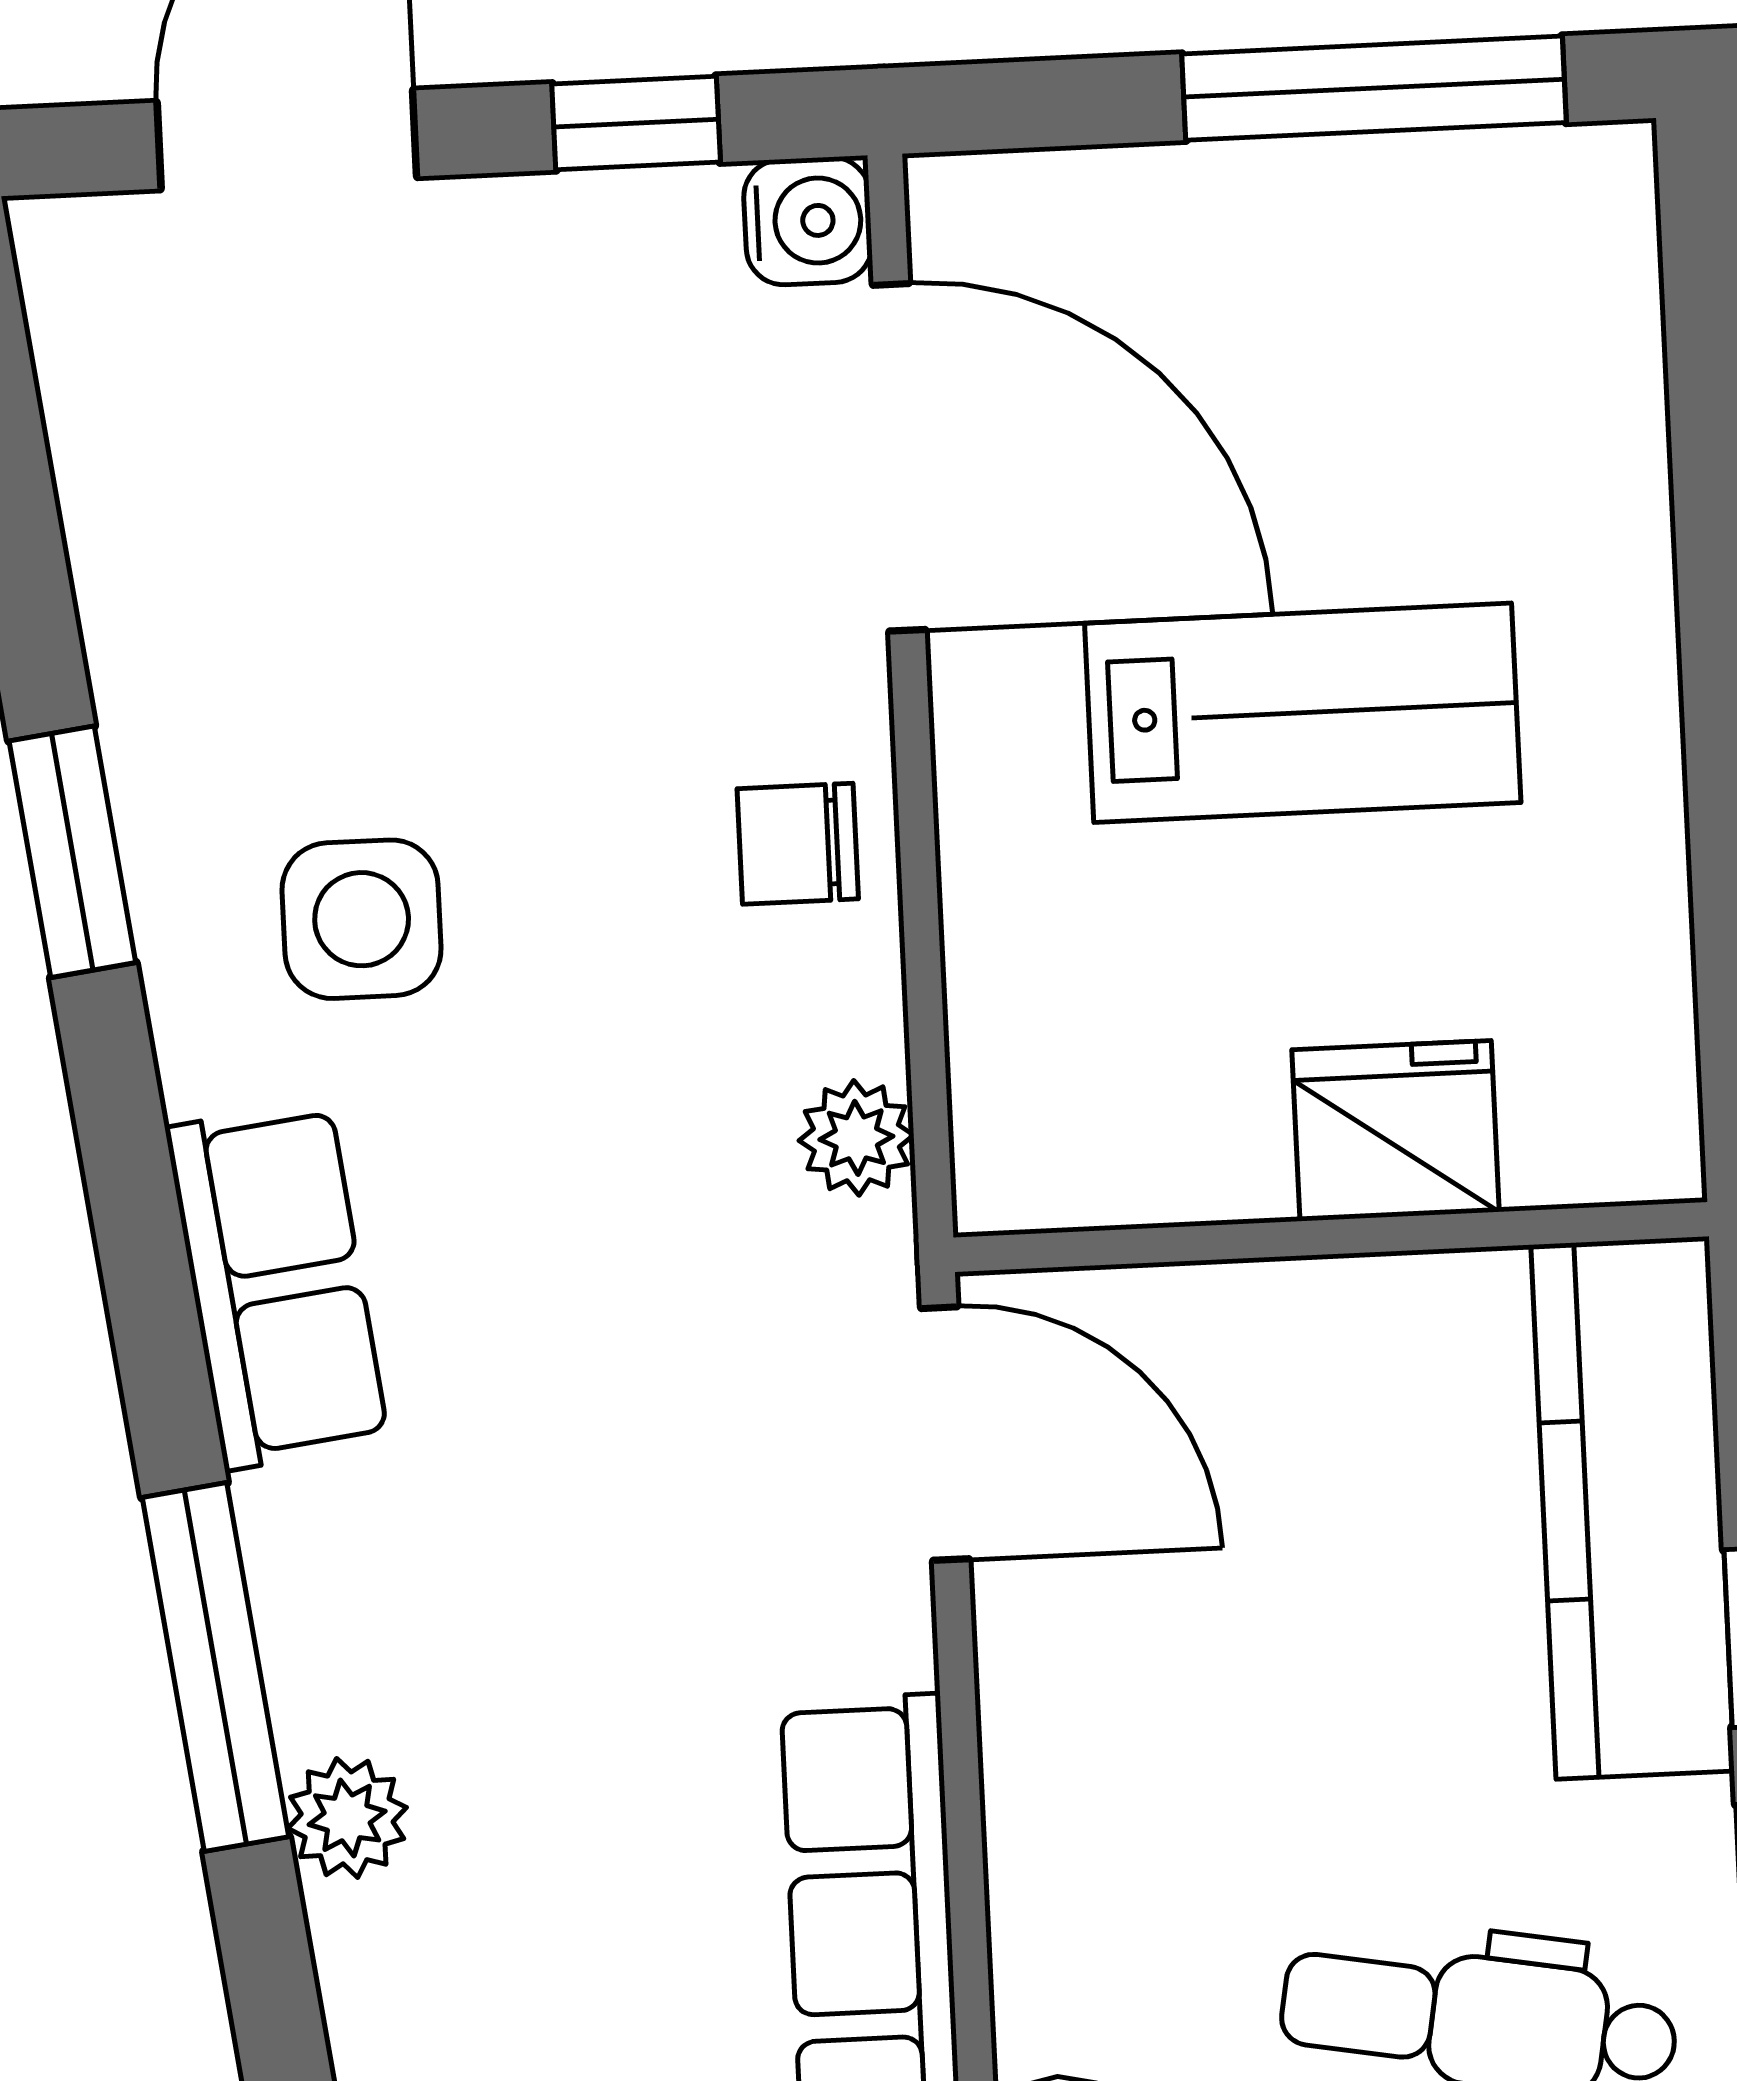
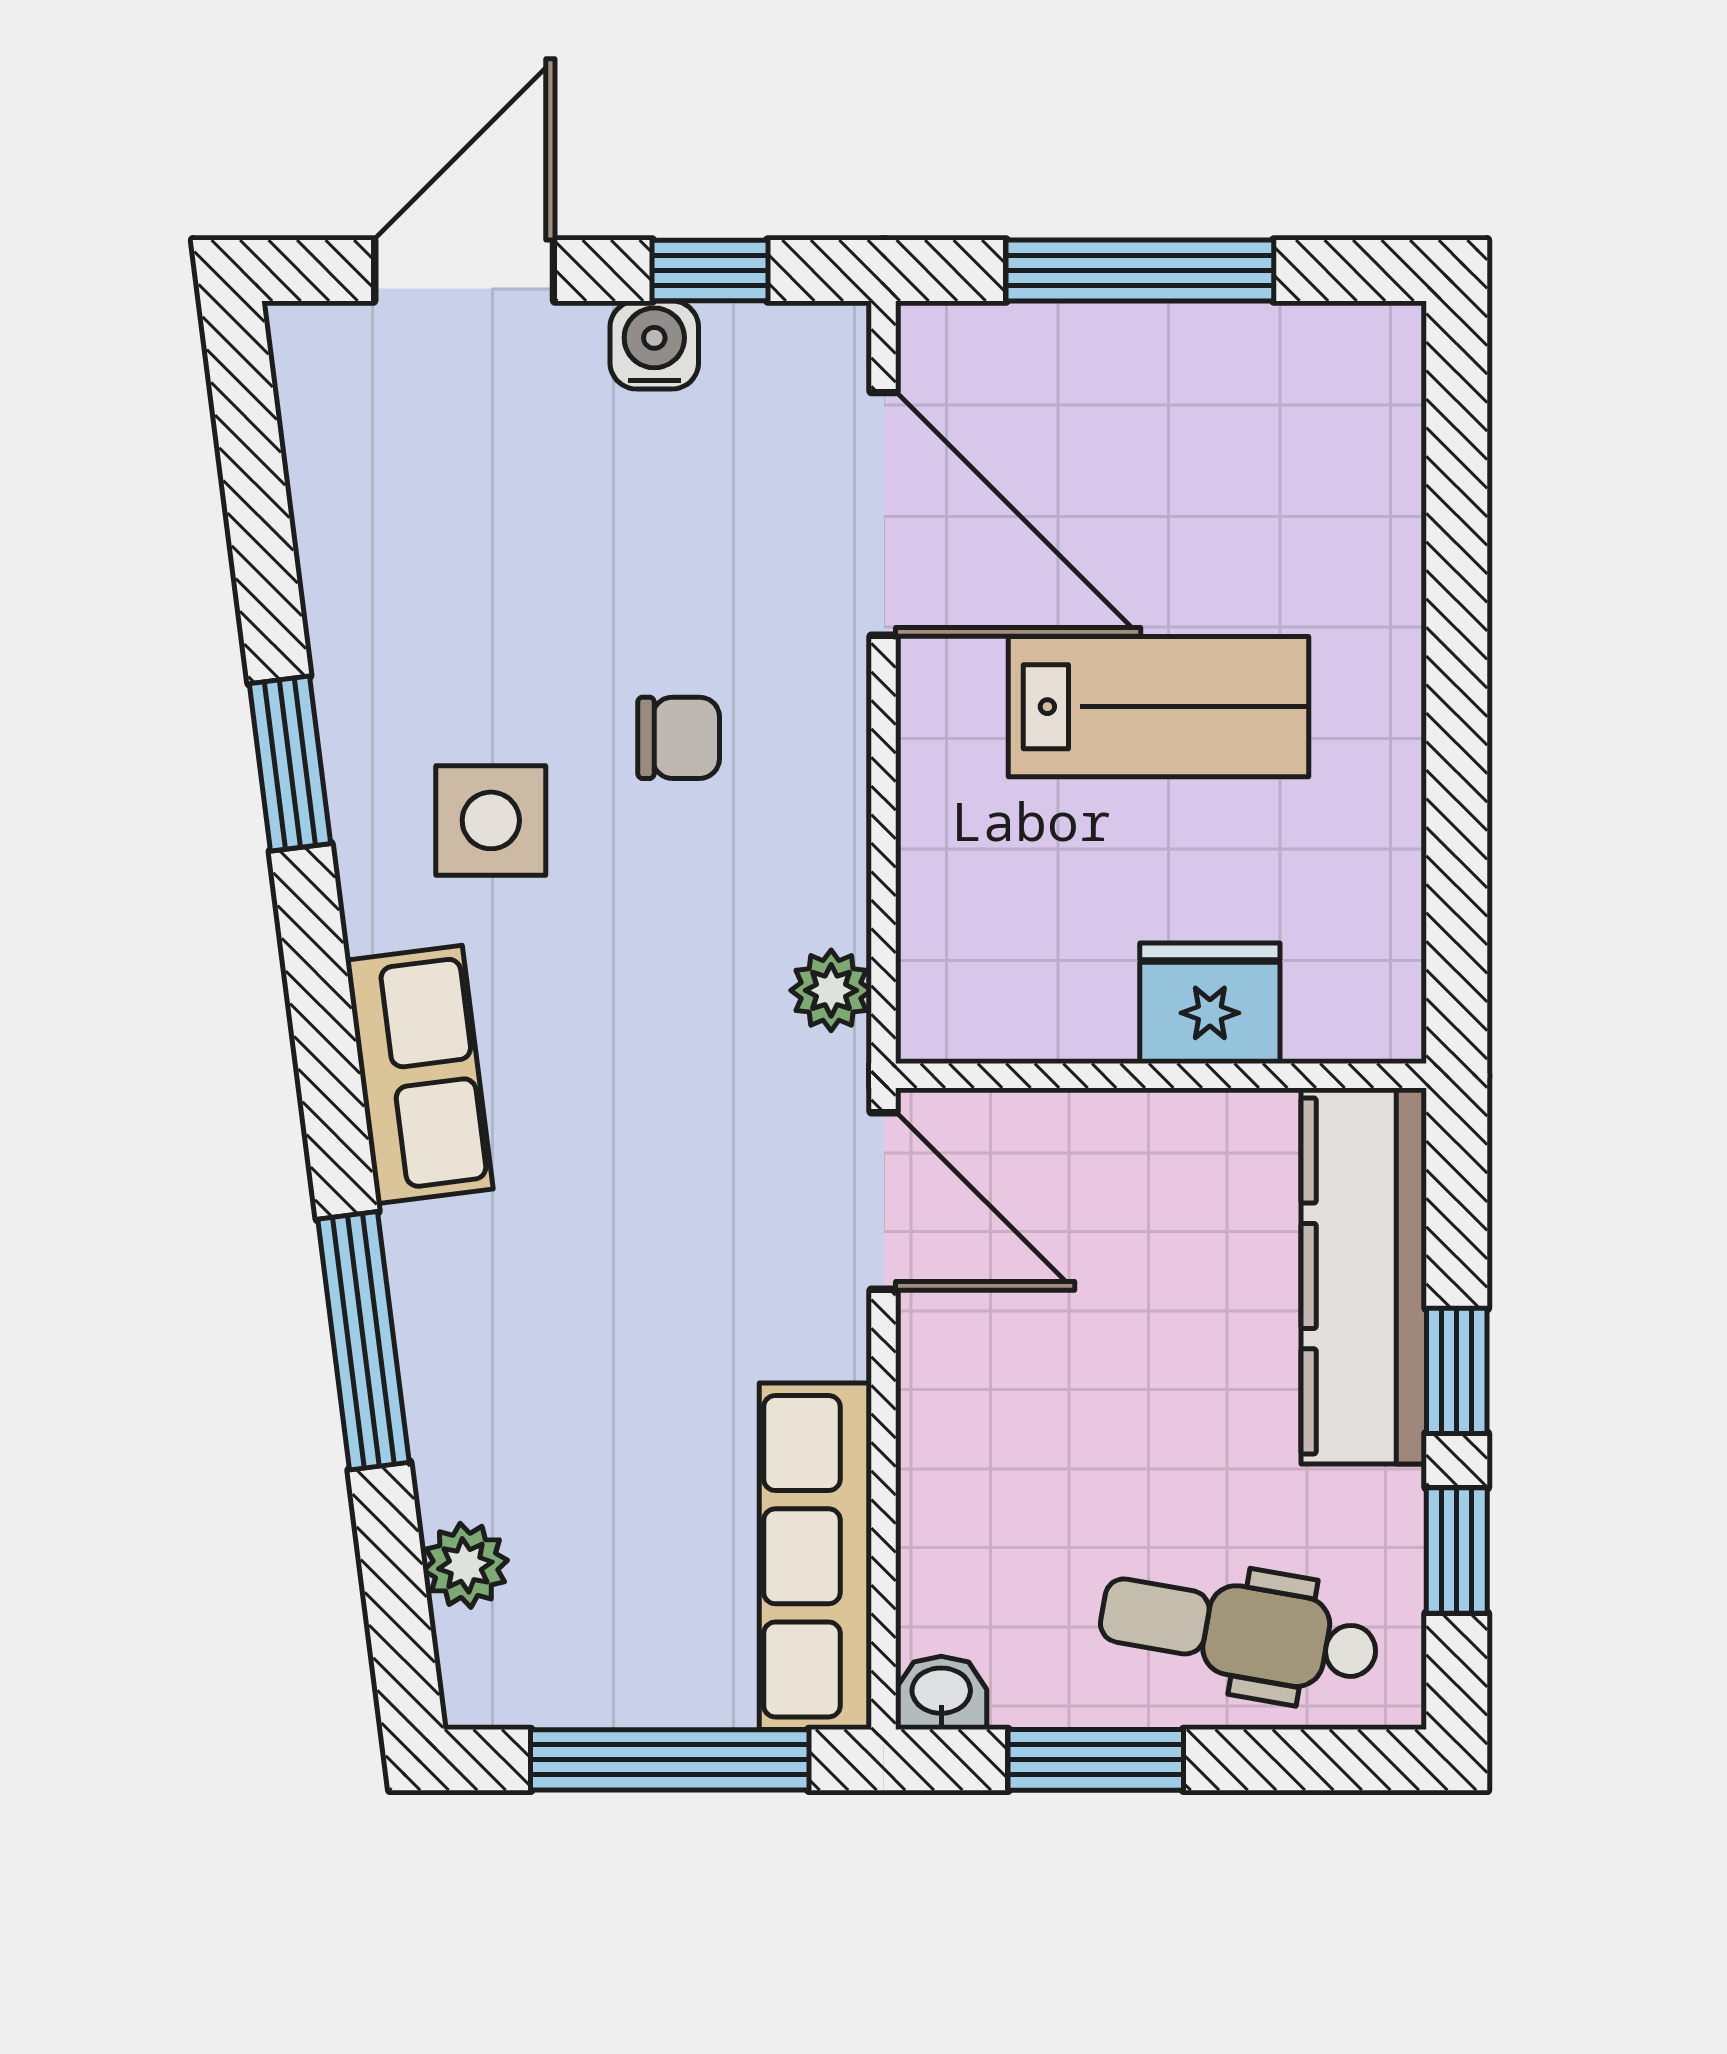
window: (1374, 88) -> (1140, 270), moved
water cooler: (808, 221) -> (654, 345), moved, turned -90
chair: (798, 844) -> (679, 738), moved, turned 180
plant: (347, 1818) -> (465, 1565), moved

